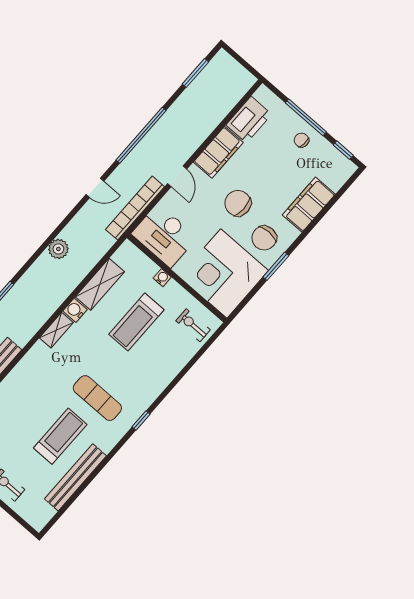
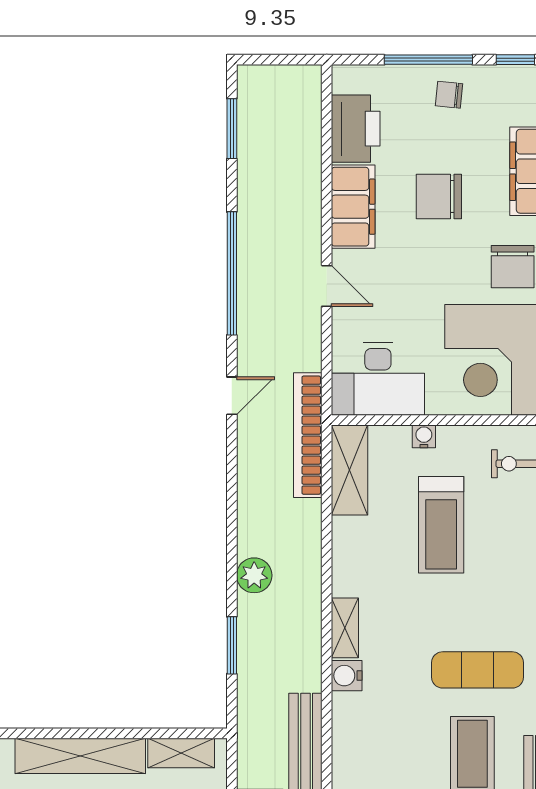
chair: (238, 203) -> (439, 197), moved
bookcase: (135, 208) -> (308, 435), moved
plant: (58, 249) -> (254, 575), moved
shelving: (100, 284) -> (350, 470), moved
water cooler: (75, 310) -> (347, 676), moved

